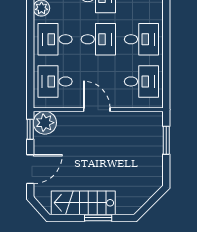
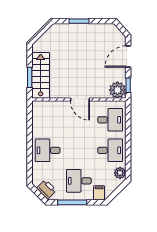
desk: (98, 39) -> (79, 150), removed
desk: (141, 81) -> (48, 120), removed
stairs: (83, 203) -> (41, 75), moved, turned -90

